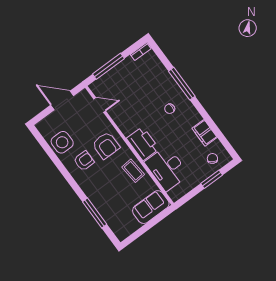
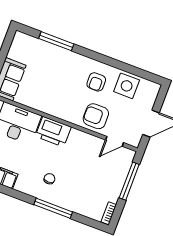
armchair: (106, 145) -> (96, 116), moved
coffee table: (133, 171) -> (46, 102), removed

